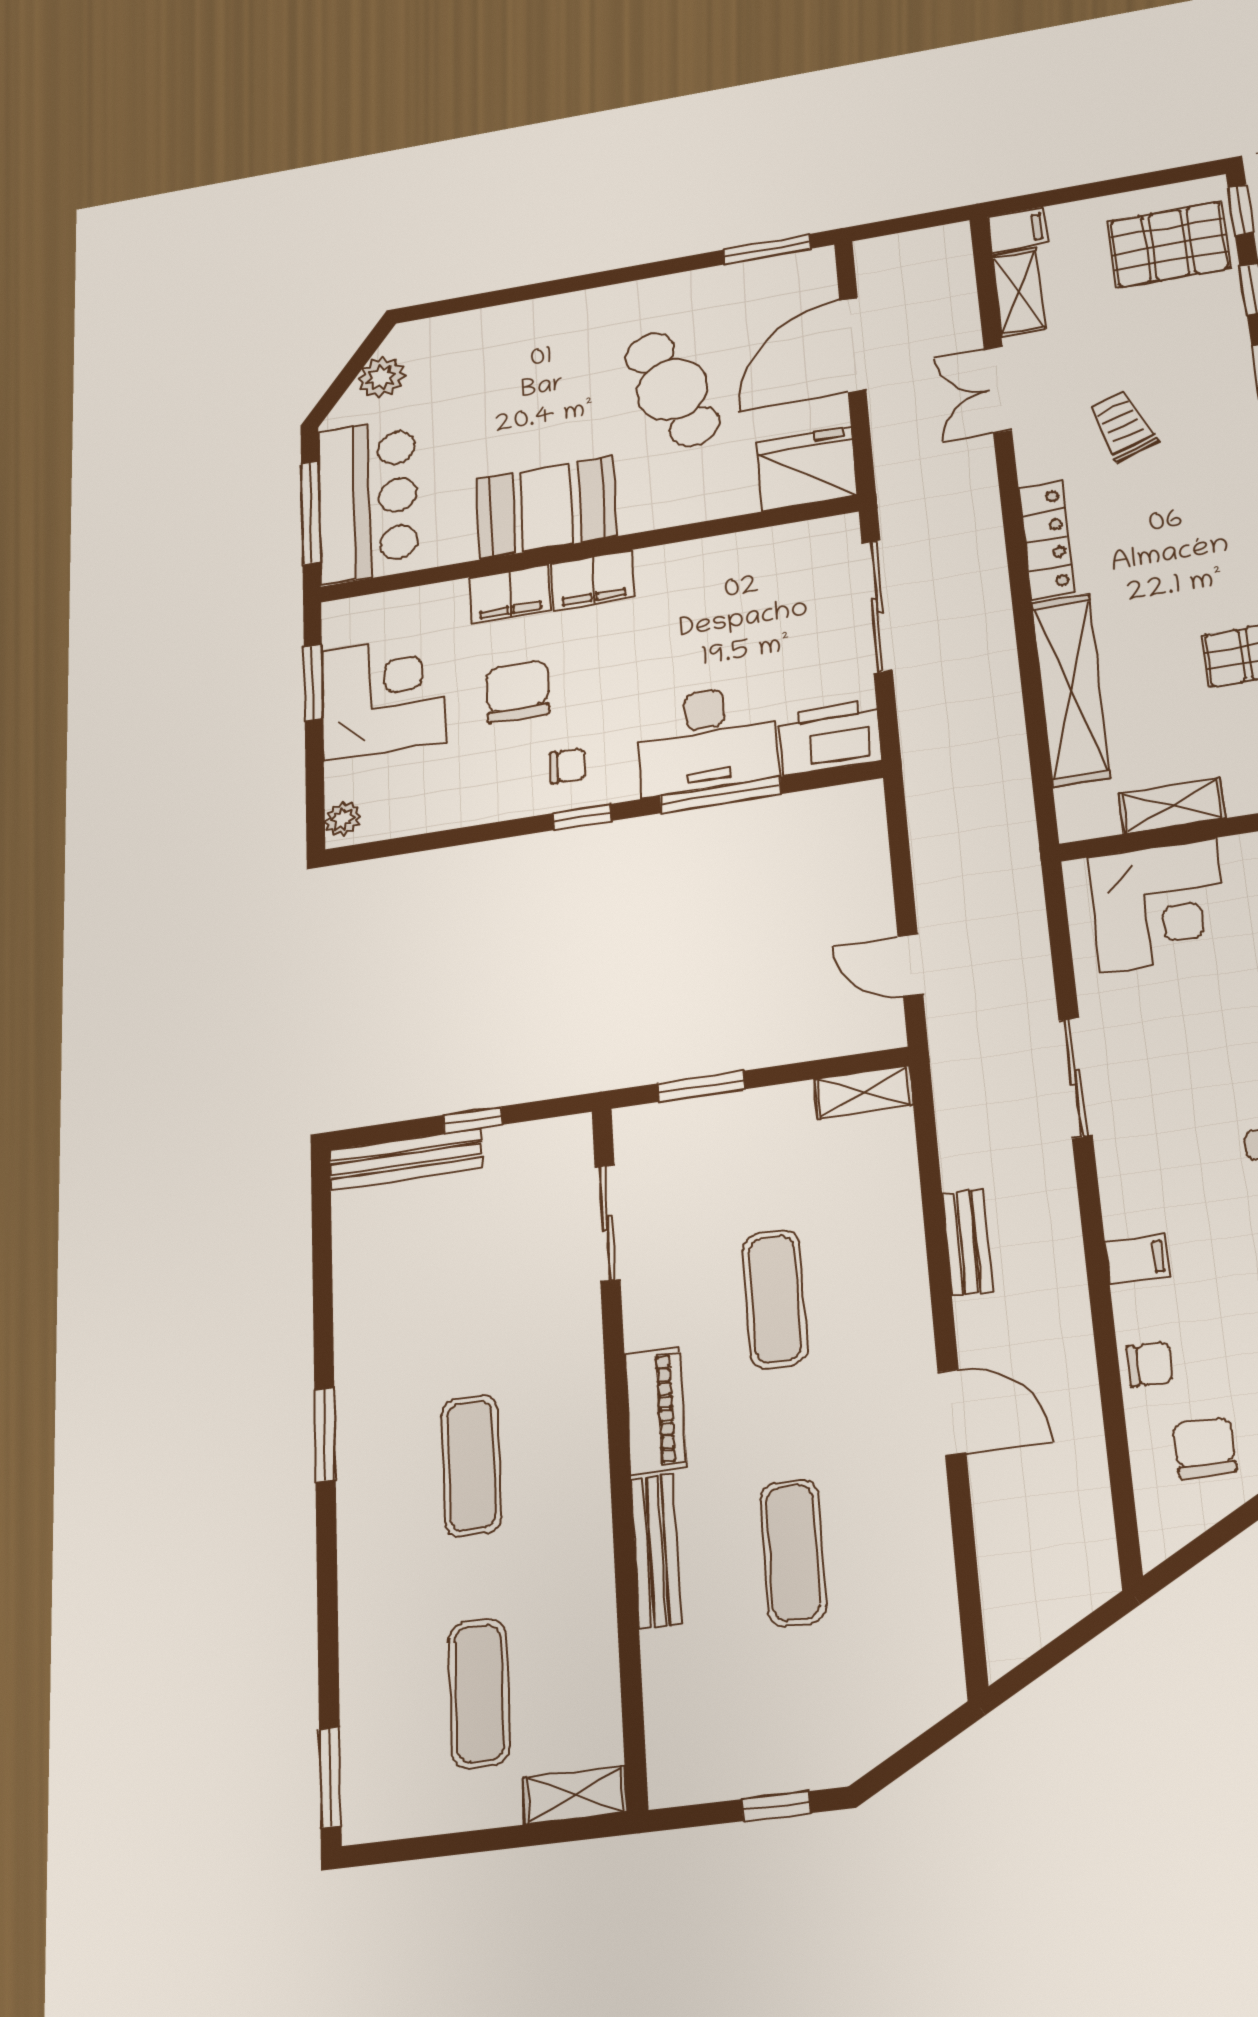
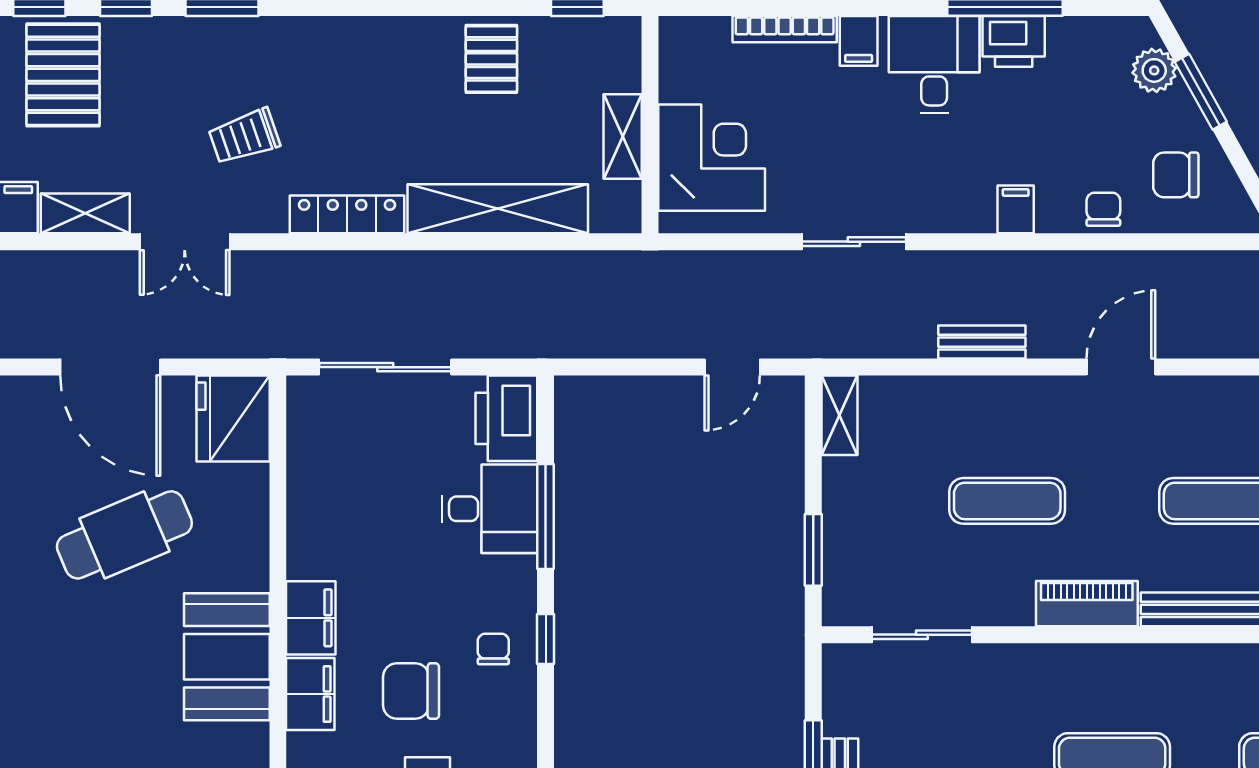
desk: (707, 739) -> (489, 509), width x0.73

